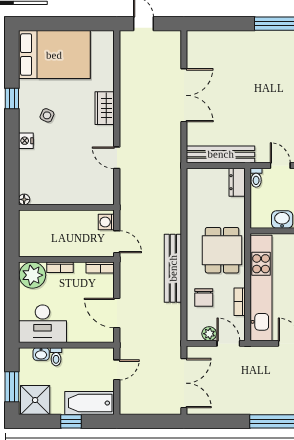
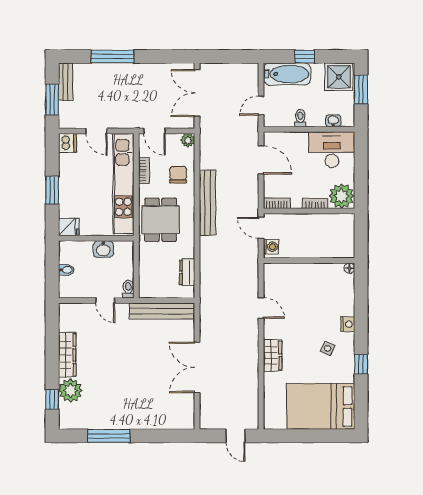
dresser: (237, 182) -> (187, 272), moved, turned 180
plant: (209, 334) -> (188, 140), moved
toilet: (56, 357) -> (300, 118), moved

